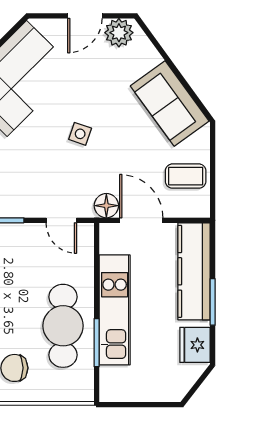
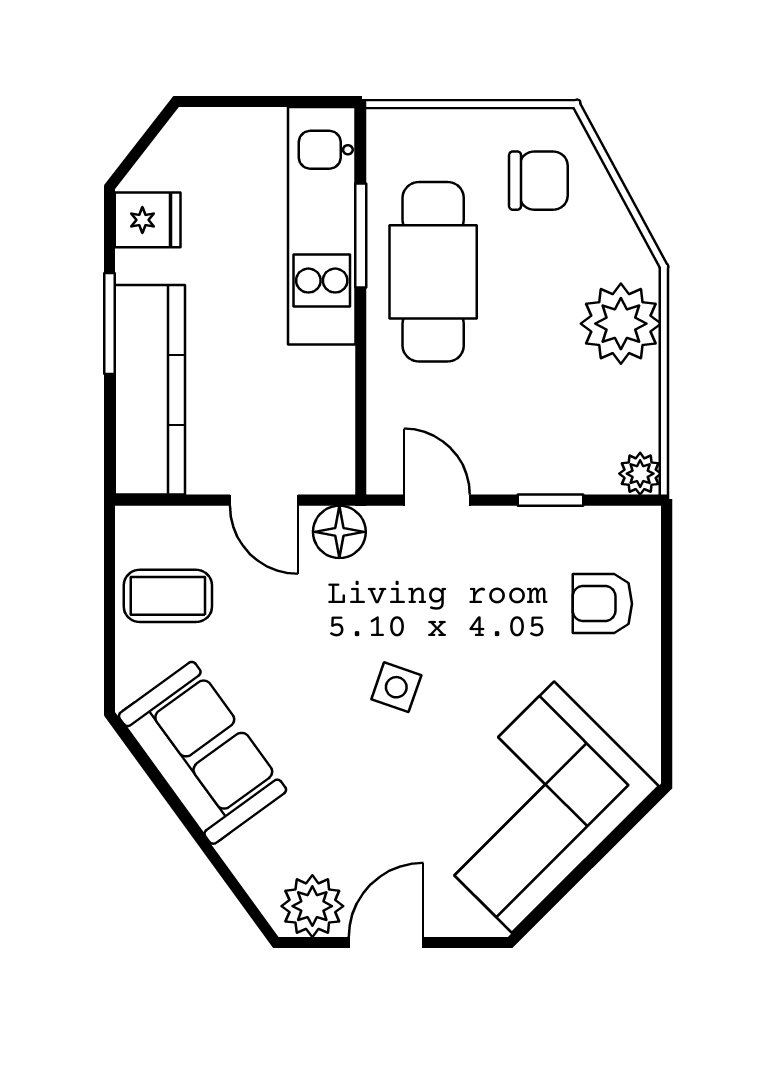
door: (141, 220) -> (264, 500), width x0.73
kitchen unit: (115, 310) -> (322, 226), moved
fridge: (195, 345) -> (148, 220), width x0.72

